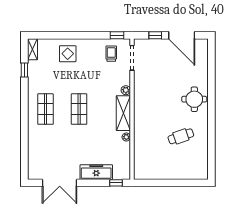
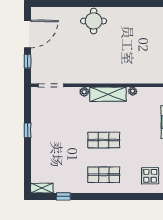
window: (117, 35) -> (28, 130), moved
display table: (68, 54) -> (150, 176), moved
trolley: (111, 54) -> (47, 107), removed
cafe table: (181, 136) -> (132, 35), removed

